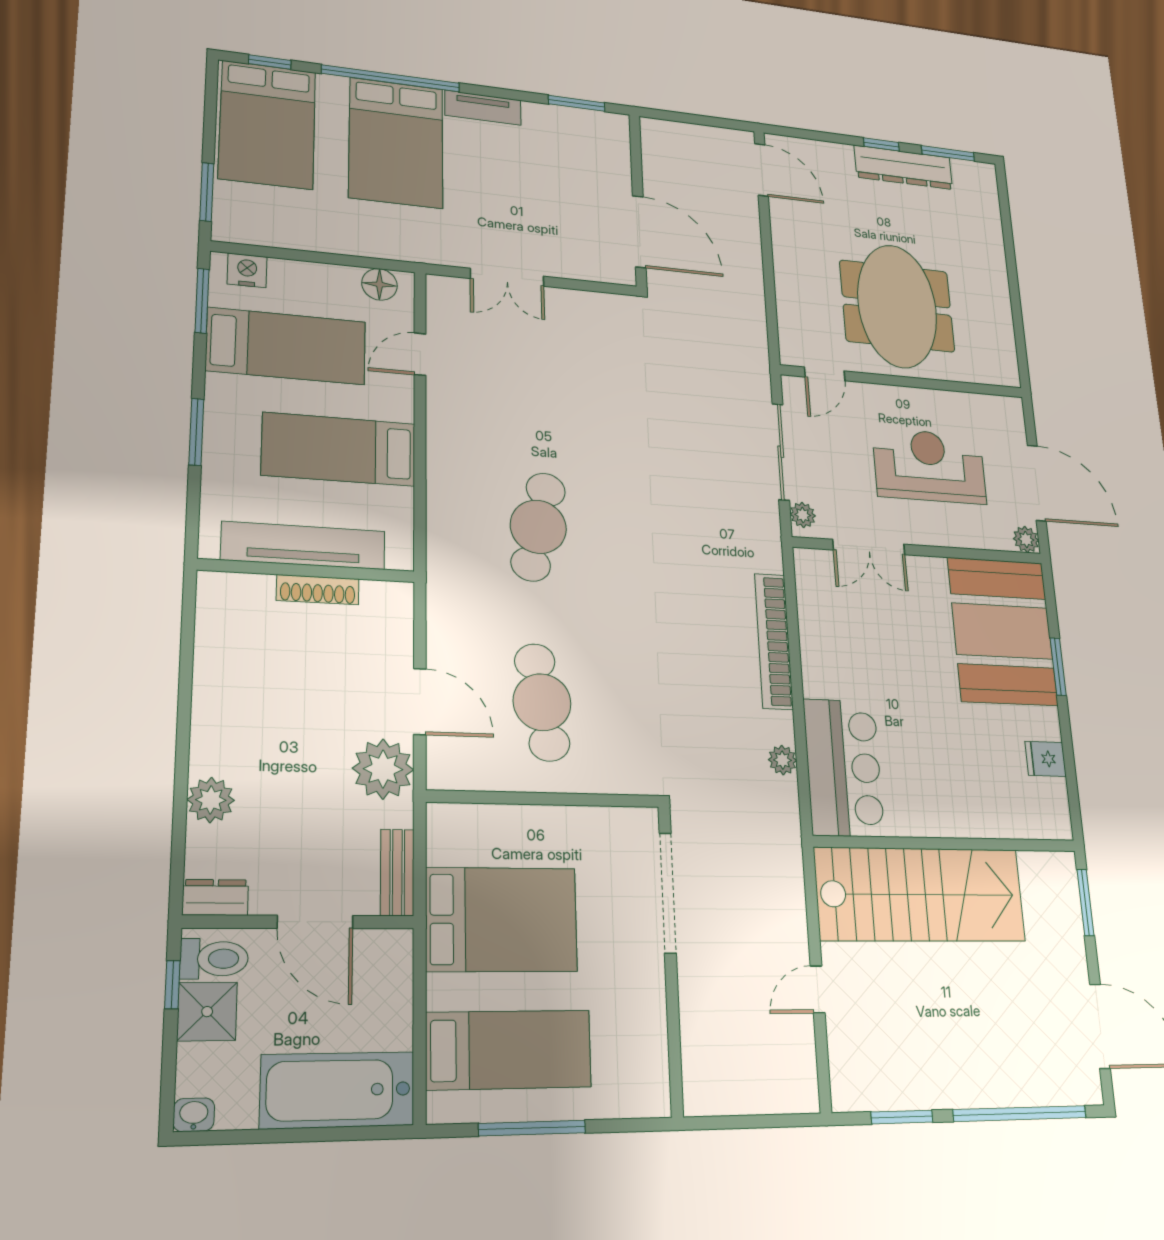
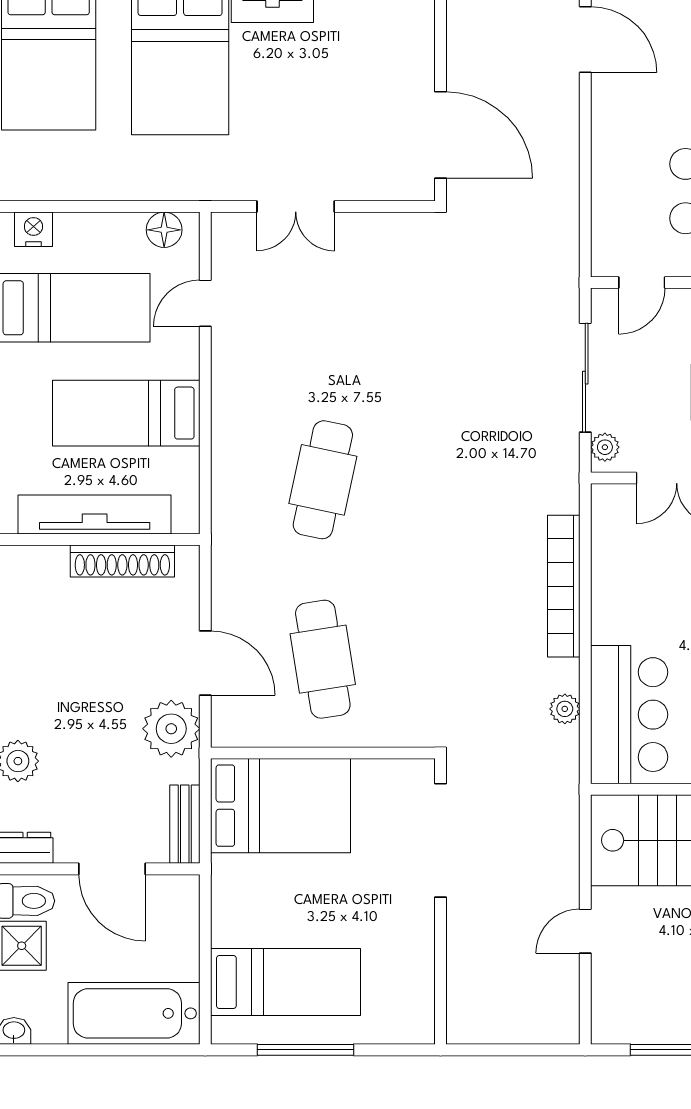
shoe rack: (318, 590) -> (122, 561), width x1.36, depth x1.24
bed: (502, 919) -> (281, 806), moved

